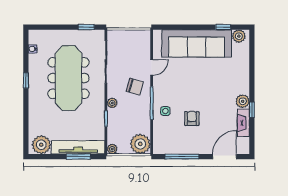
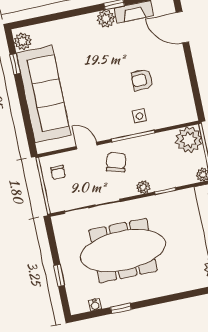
window: (86, 27) -> (59, 275), moved
chair: (136, 42) -> (58, 172), added
window: (26, 80) -> (121, 308), moved
window: (182, 157) -> (194, 82), removed

